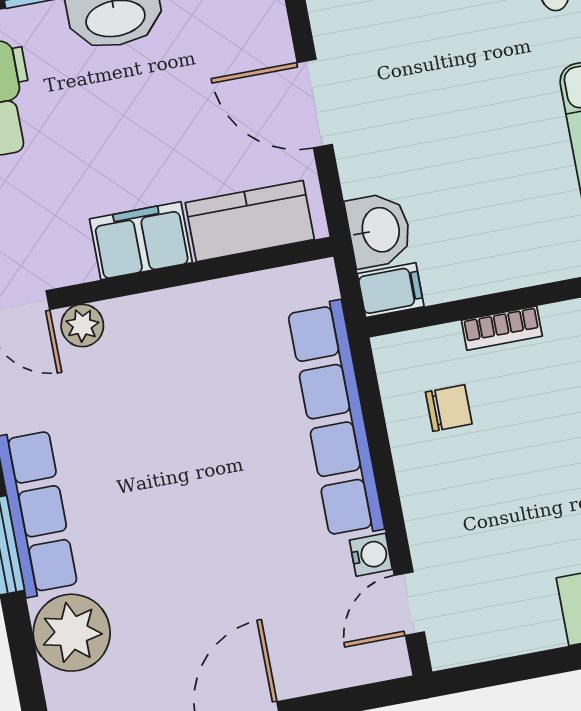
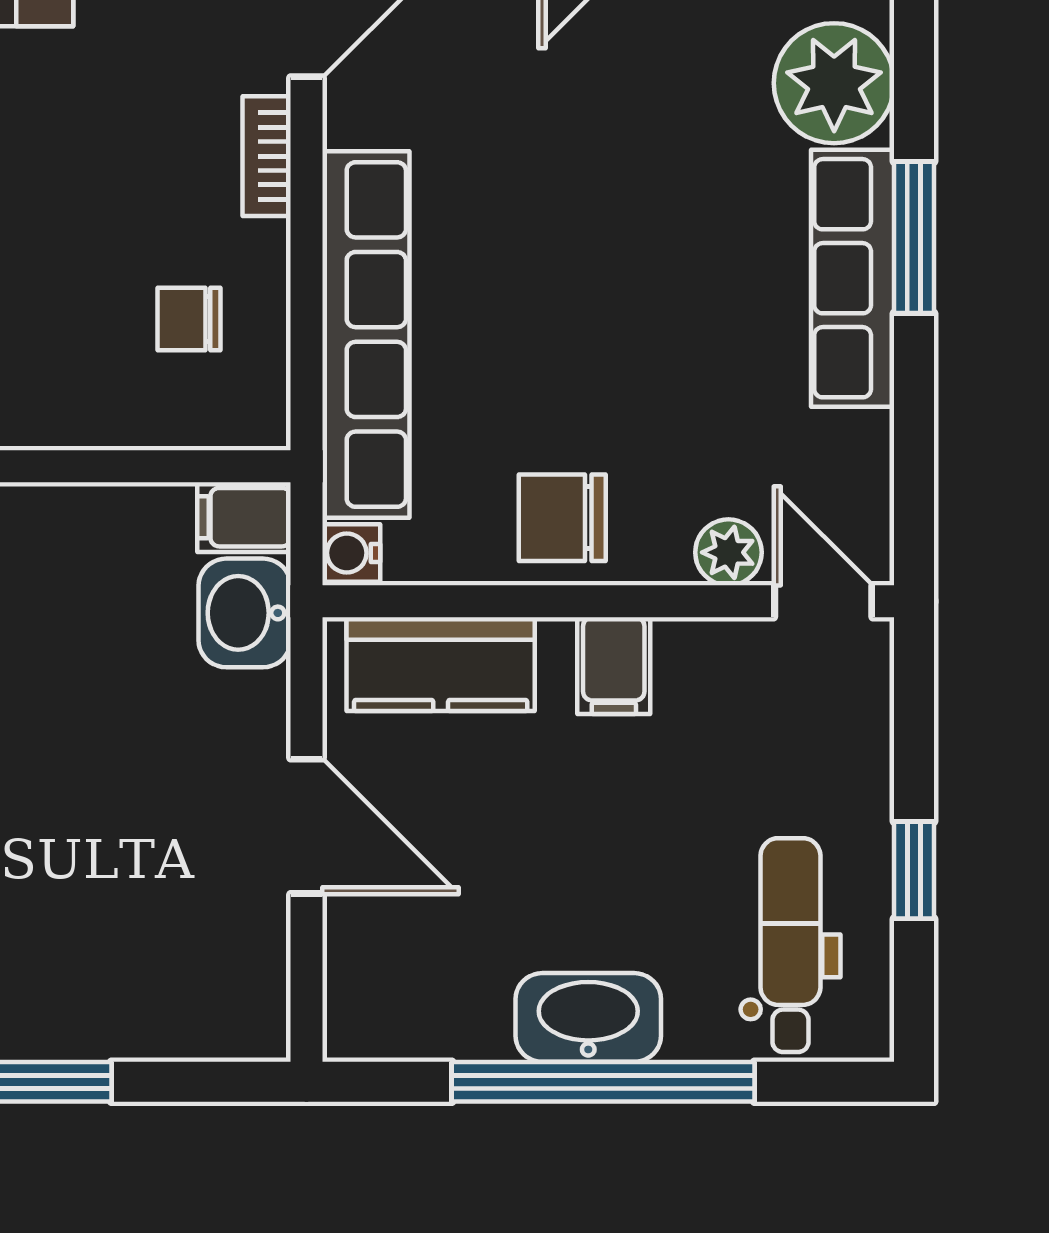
filing cabinet: (141, 241) -> (614, 666), width x0.50
chair: (191, 328) -> (562, 518), added
bookcase: (502, 328) -> (267, 156), moved, turned -90
water cooler: (371, 555) -> (351, 553), moved

